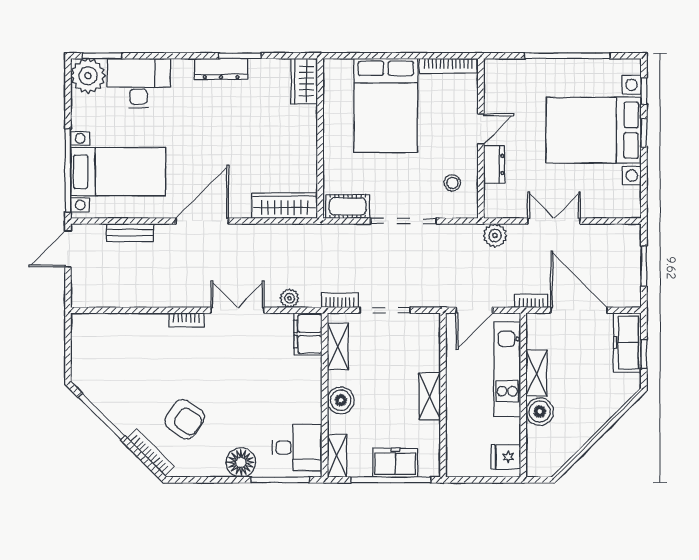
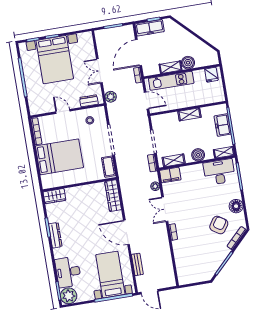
dresser: (494, 164) -> (89, 101), moved
desk: (297, 448) -> (219, 172), width x1.37
floor lamp: (241, 462) -> (236, 206), moved

